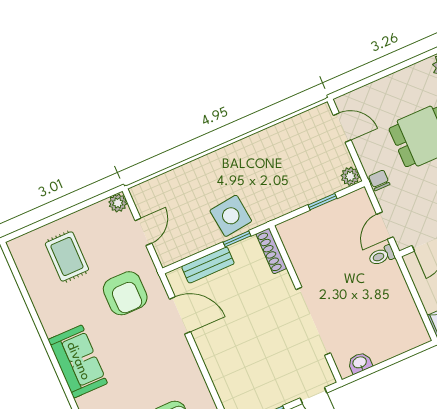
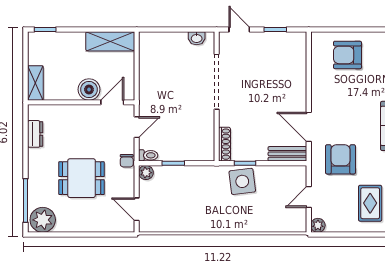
toilet: (382, 256) -> (148, 155), moved
bench: (208, 265) -> (287, 154), moved

